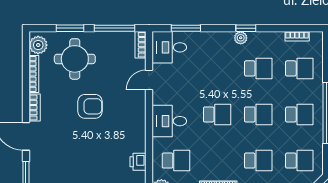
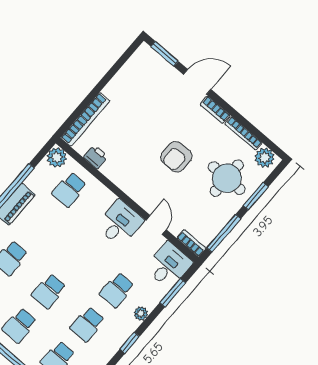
plant: (241, 38) -> (141, 314), moved
school desk: (217, 114) -> (117, 290), moved
desk: (169, 121) -> (120, 223), moved

